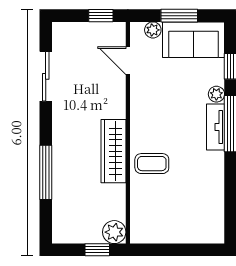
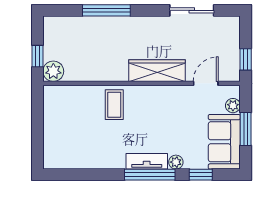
wardrobe: (114, 151) -> (157, 71), moved

